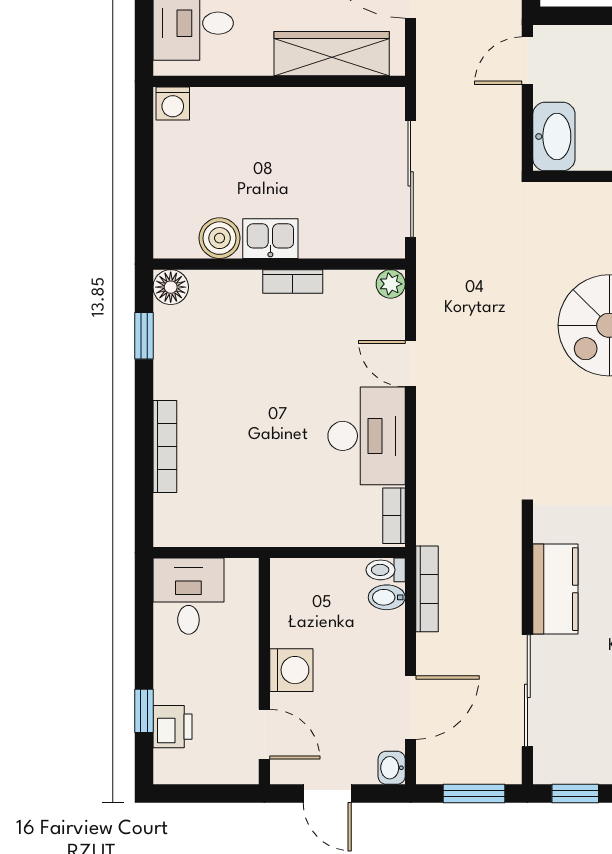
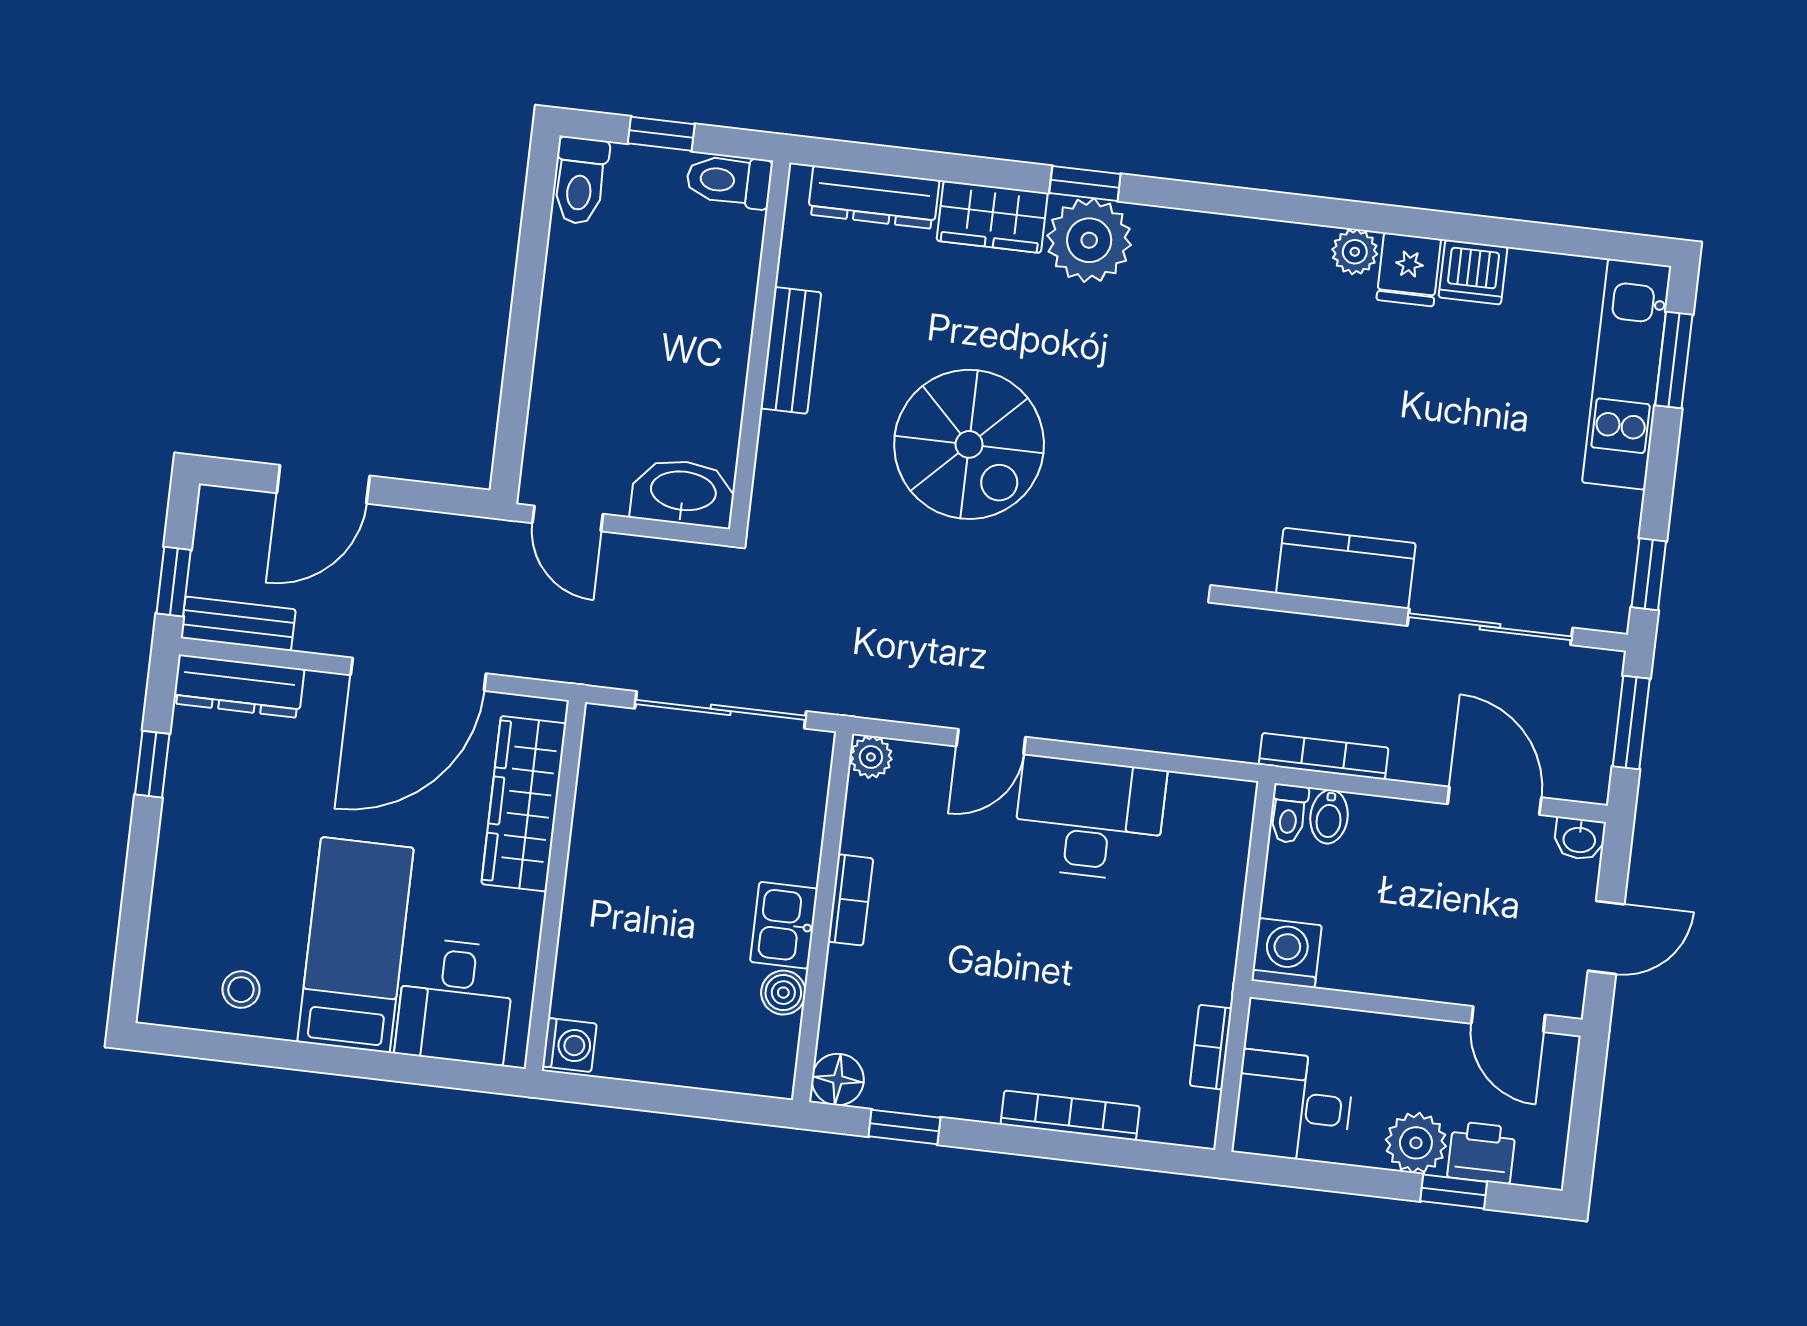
boiler: (220, 238) -> (783, 993), width x0.73, depth x0.73
bookcase: (394, 516) -> (1211, 1047), moved, turned 90
washing machine: (291, 670) -> (1287, 953), moved
plant: (174, 682) -> (1416, 1143), added
door: (264, 734) -> (1508, 1019), swing flipped

